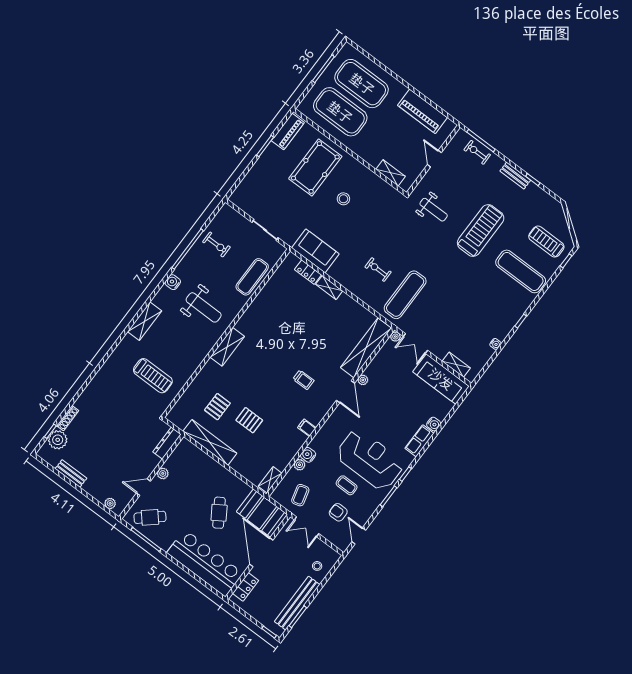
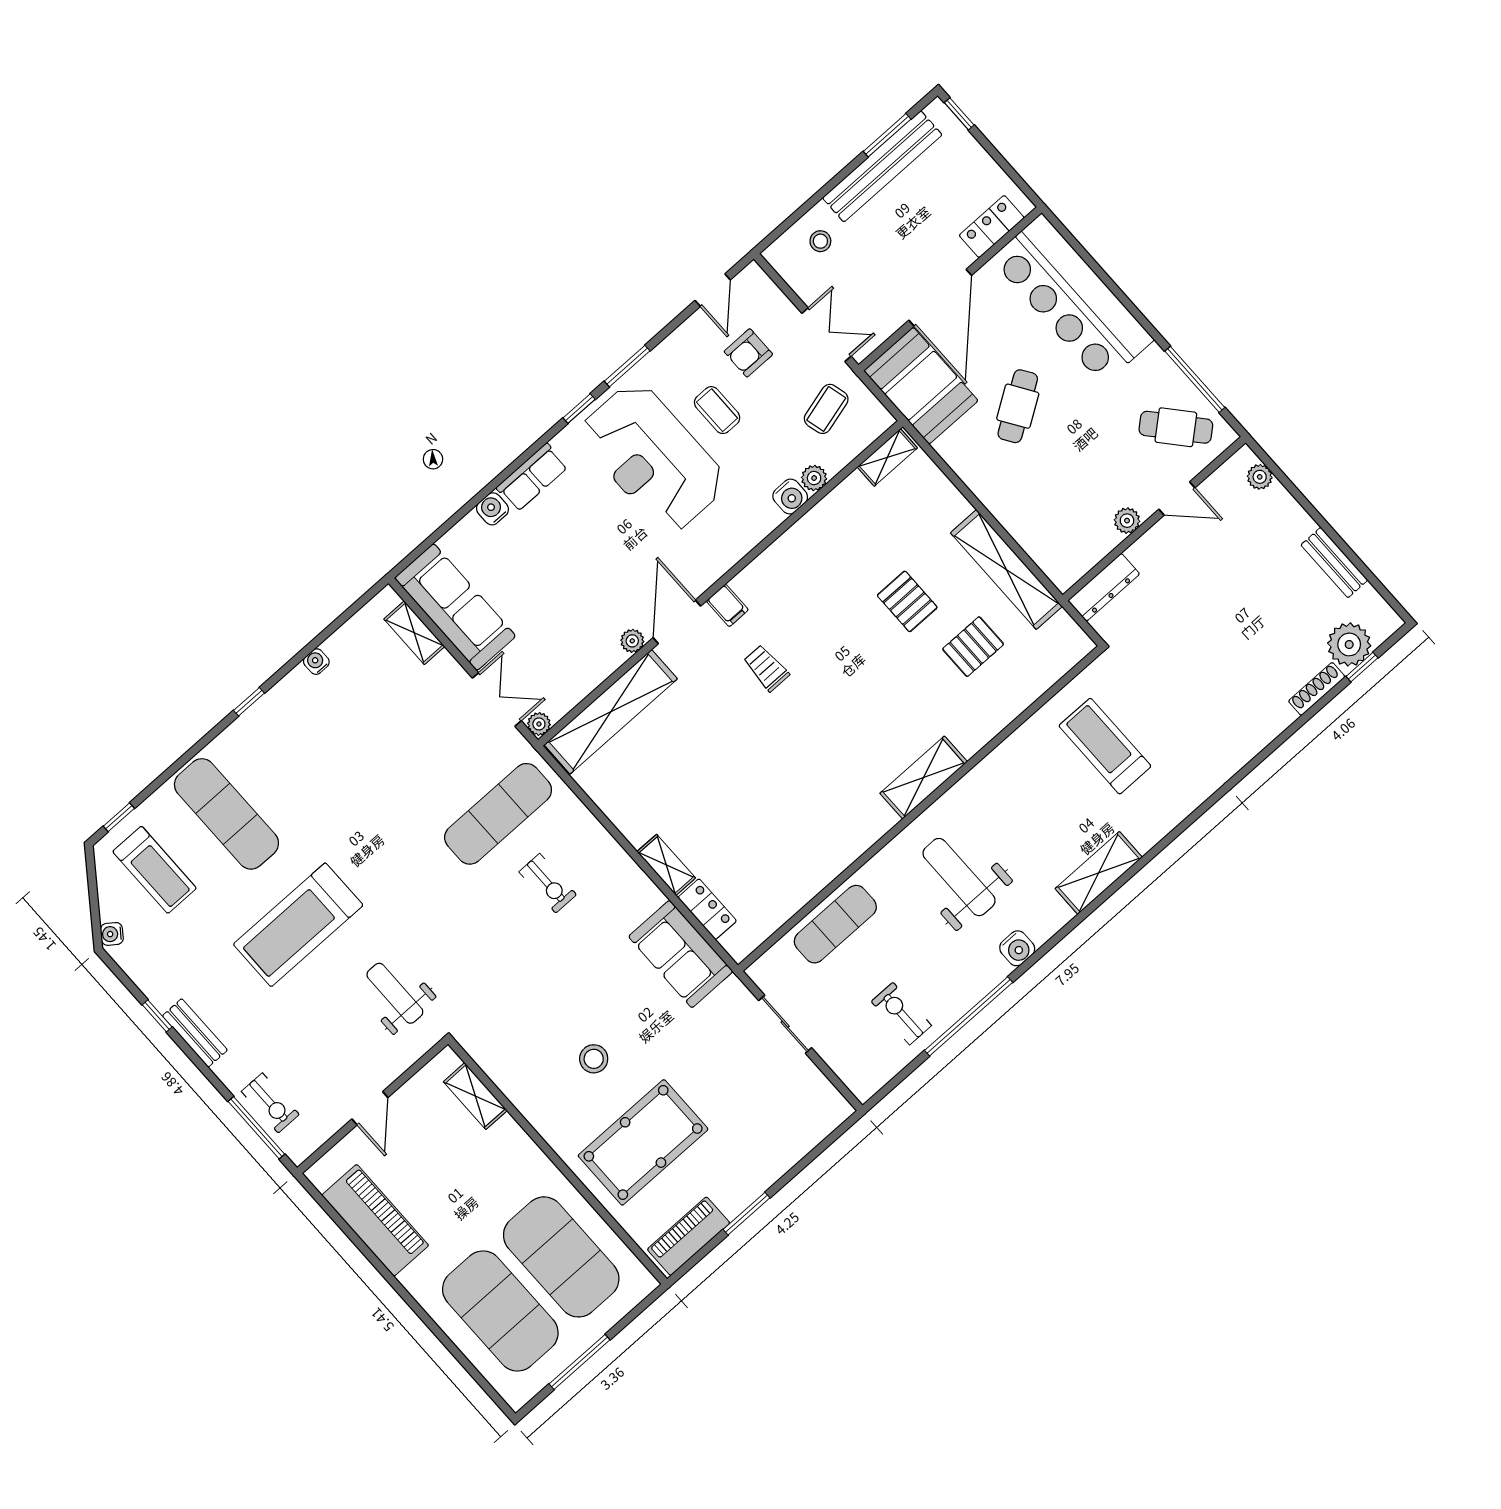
water cooler: (559, 211) -> (112, 934), added
filing cabinet: (307, 428) -> (727, 605), moved
armchair: (338, 512) -> (748, 353), turned 90

